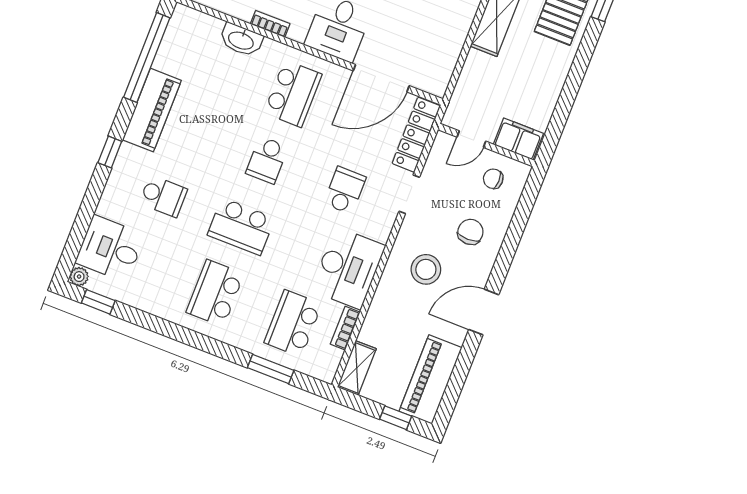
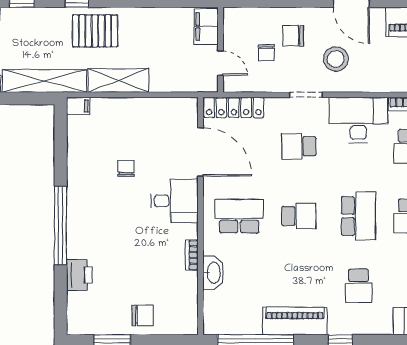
chair: (493, 179) -> (266, 53), moved
doorway: (409, 194) -> (306, 95), moved
school desk: (163, 196) -> (358, 286), turned 180

